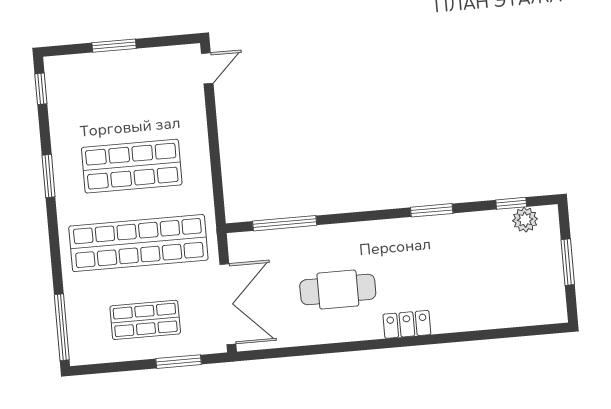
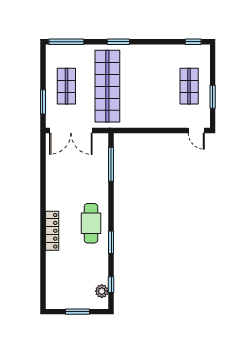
window: (114, 46) -> (213, 97), moved
shop shelf: (132, 166) -> (189, 86), moved, width x0.70, depth x0.74
window: (49, 176) -> (118, 42), moved
cafe table: (338, 290) -> (91, 223), moved
locker: (407, 324) -> (52, 231), width x1.53

